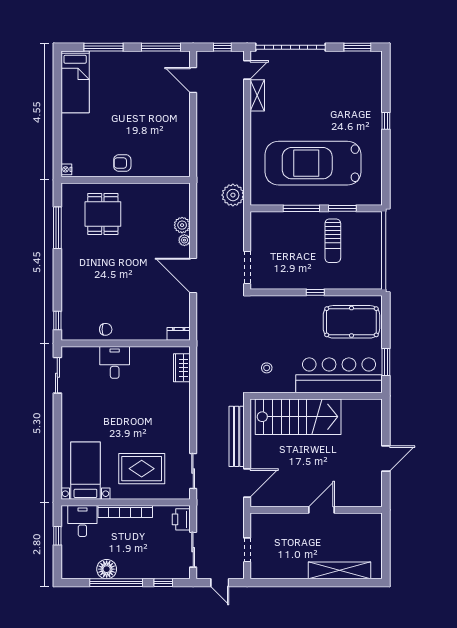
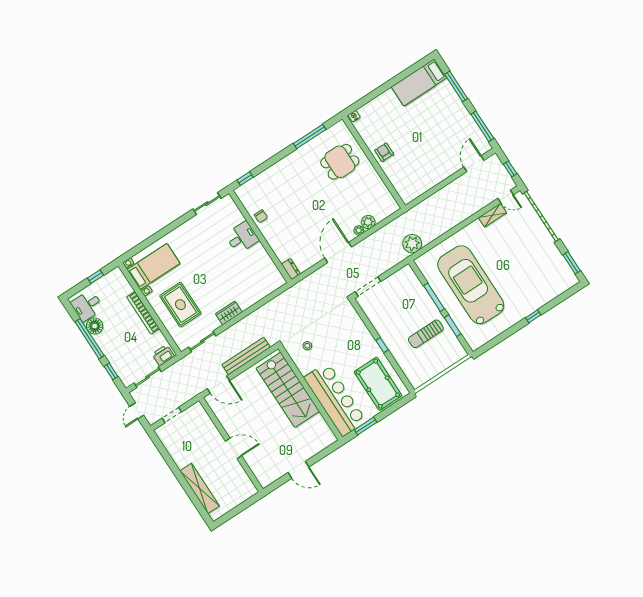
wardrobe: (182, 368) -> (229, 313), moved
desk: (82, 521) -> (87, 306), moved, turned 180

